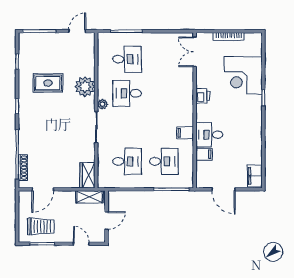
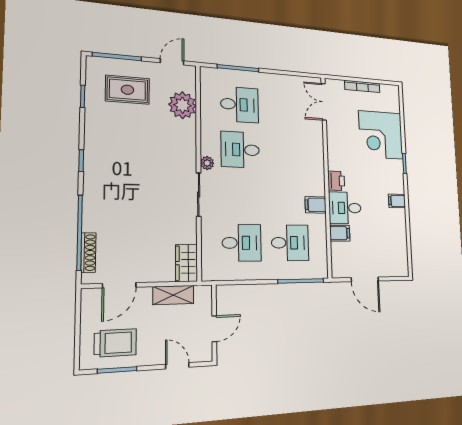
rug: (48, 83) -> (127, 90), moved
plant: (85, 87) -> (182, 105), moved
printer: (203, 96) -> (336, 181), moved
filing cabinet: (255, 176) -> (397, 201), moved, width x0.50
shelving: (90, 197) -> (173, 295), moved

